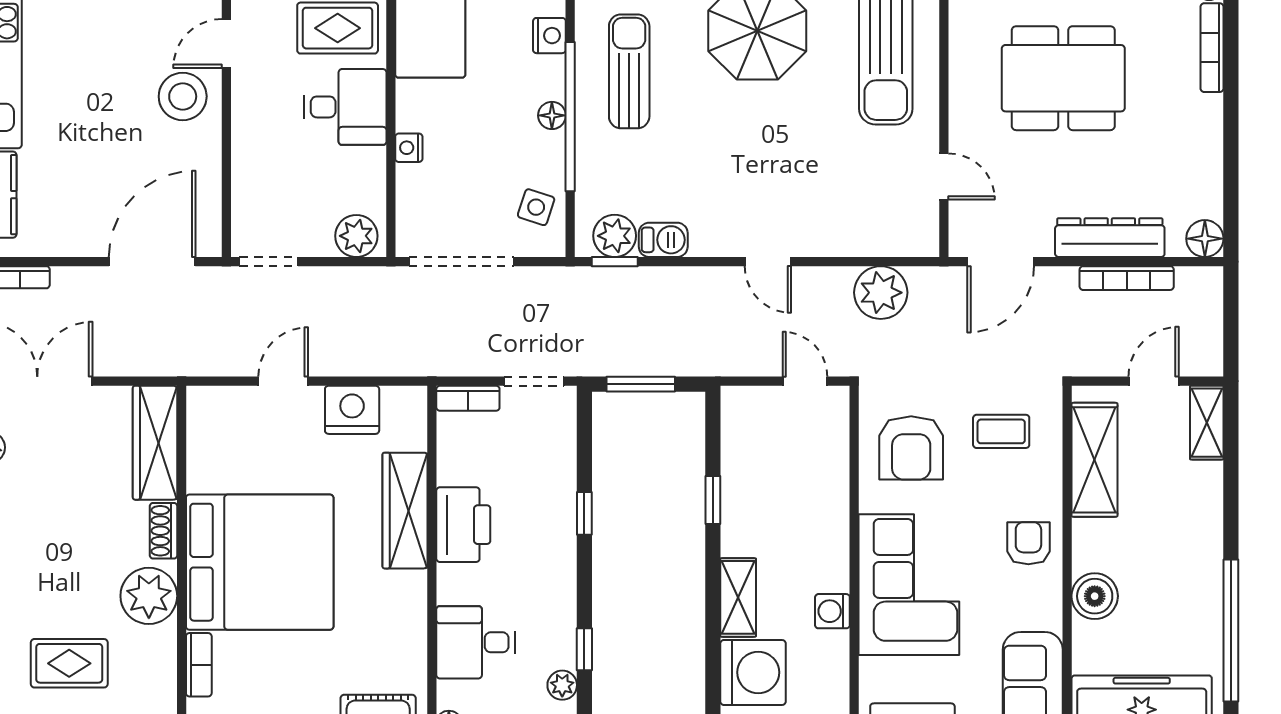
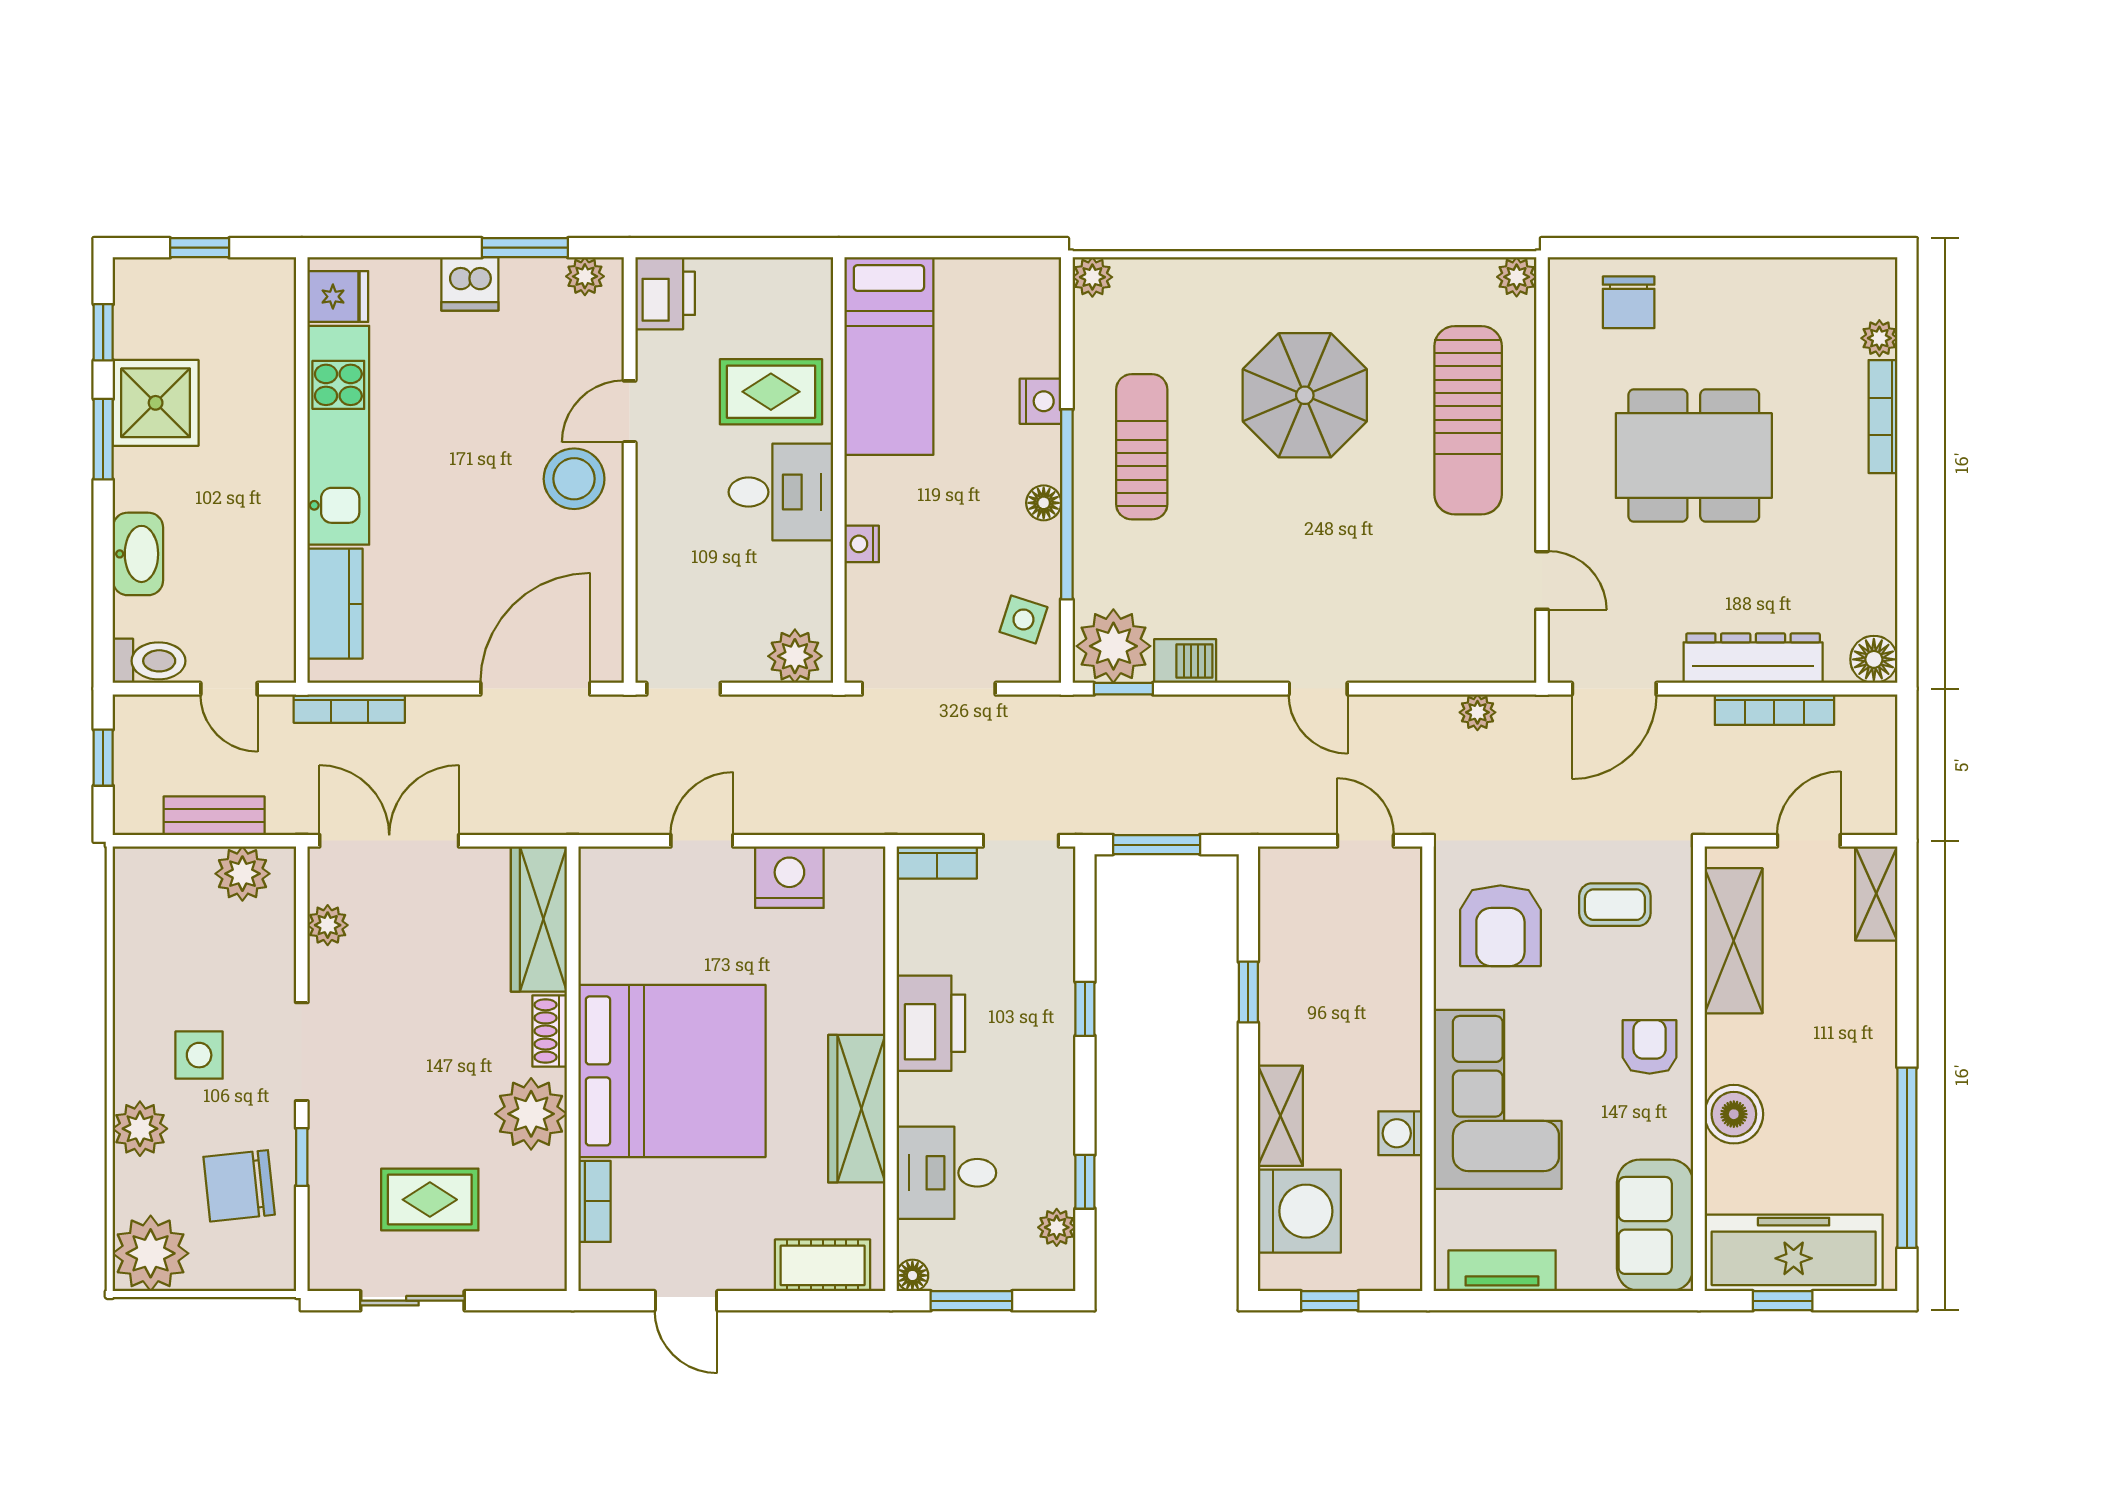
plant: (615, 236) -> (1113, 646), width x1.36, depth x1.36
plant: (881, 293) -> (1477, 712), width x0.53, depth x0.53
wardrobe: (405, 511) -> (857, 1109), moved

